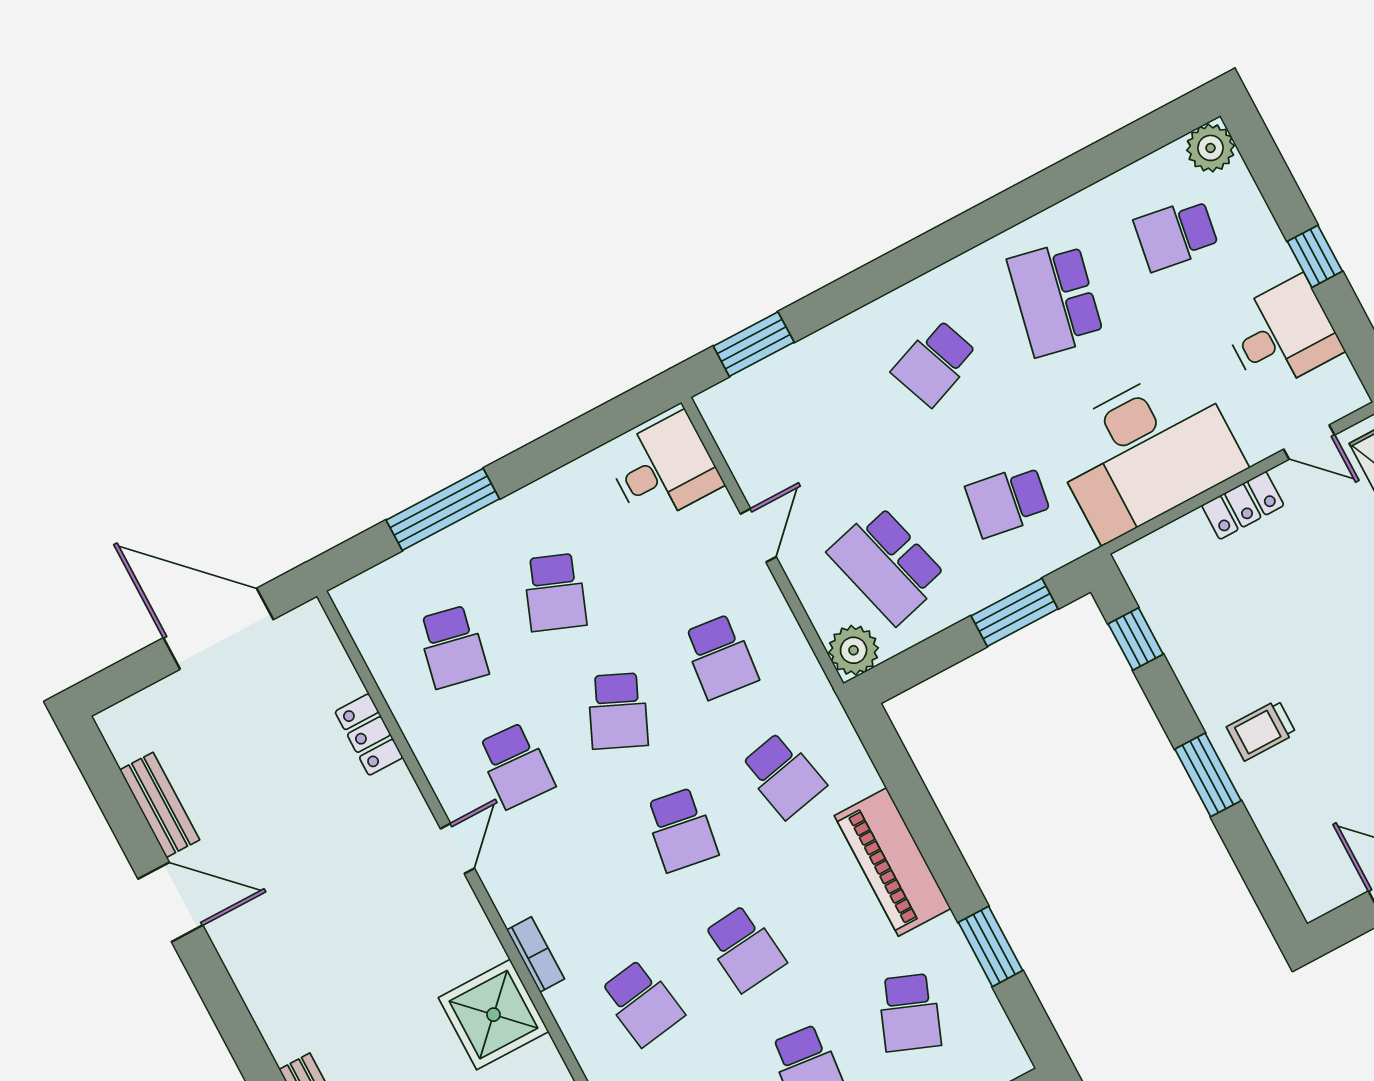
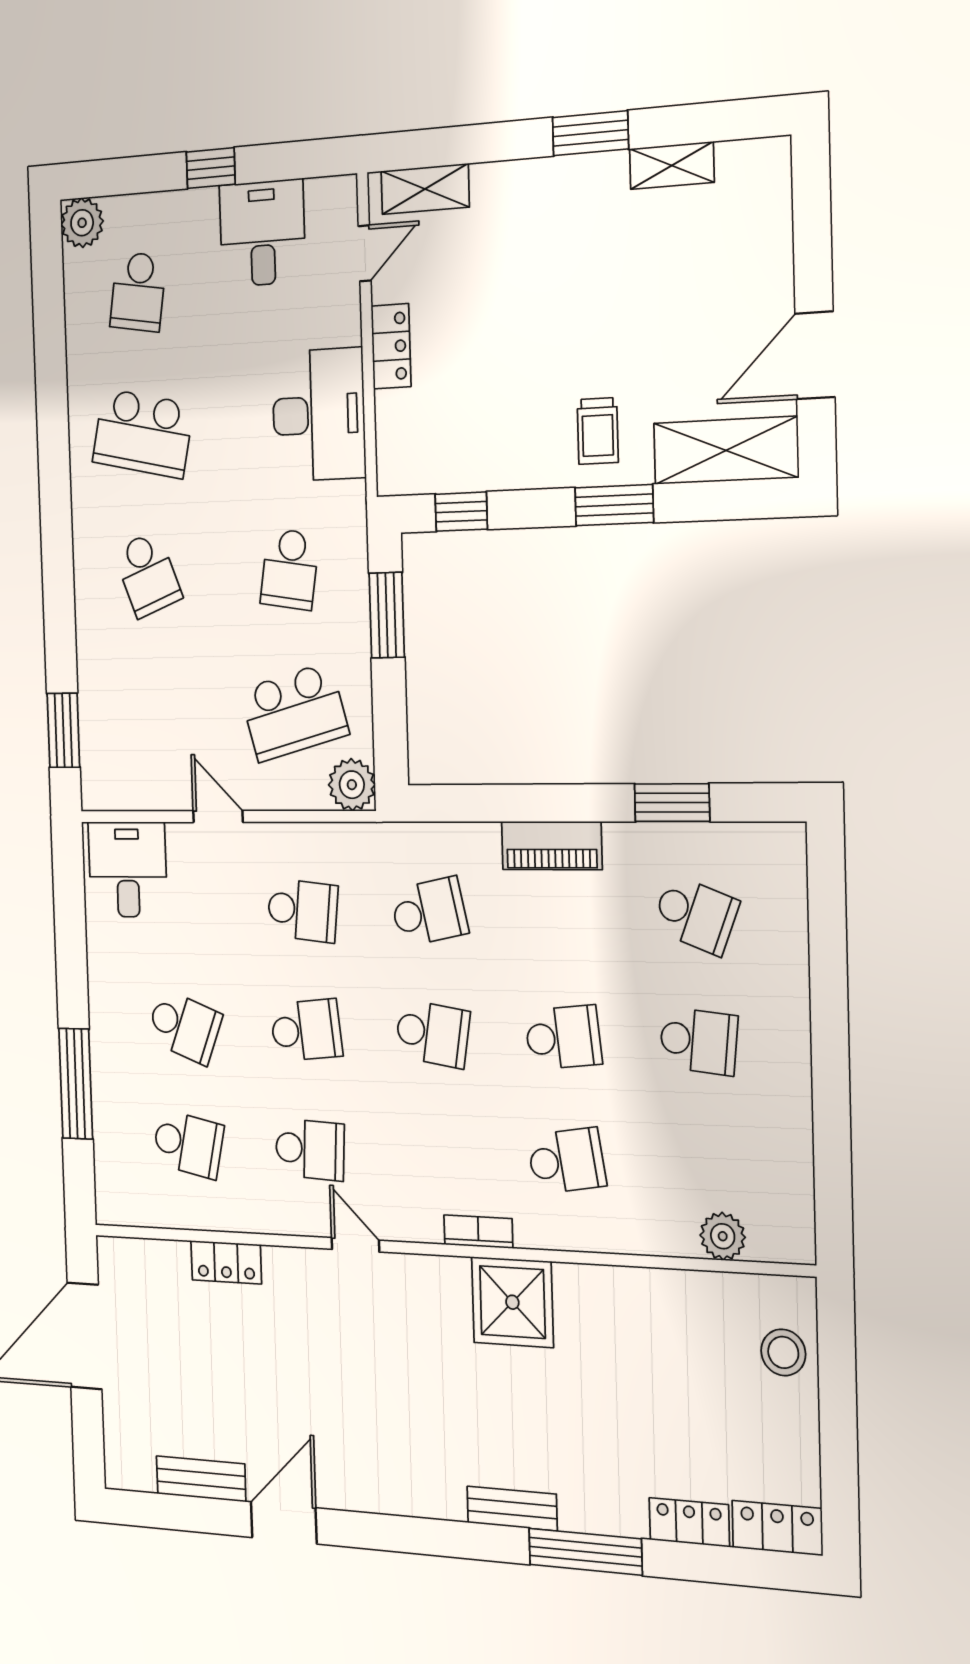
desk: (1146, 452) -> (319, 415), width x0.73, depth x0.77
school desk: (618, 711) -> (306, 1030), turned -30
shelving: (1299, 851) -> (726, 450), added
piano: (892, 862) -> (552, 846), width x0.73, depth x0.75

